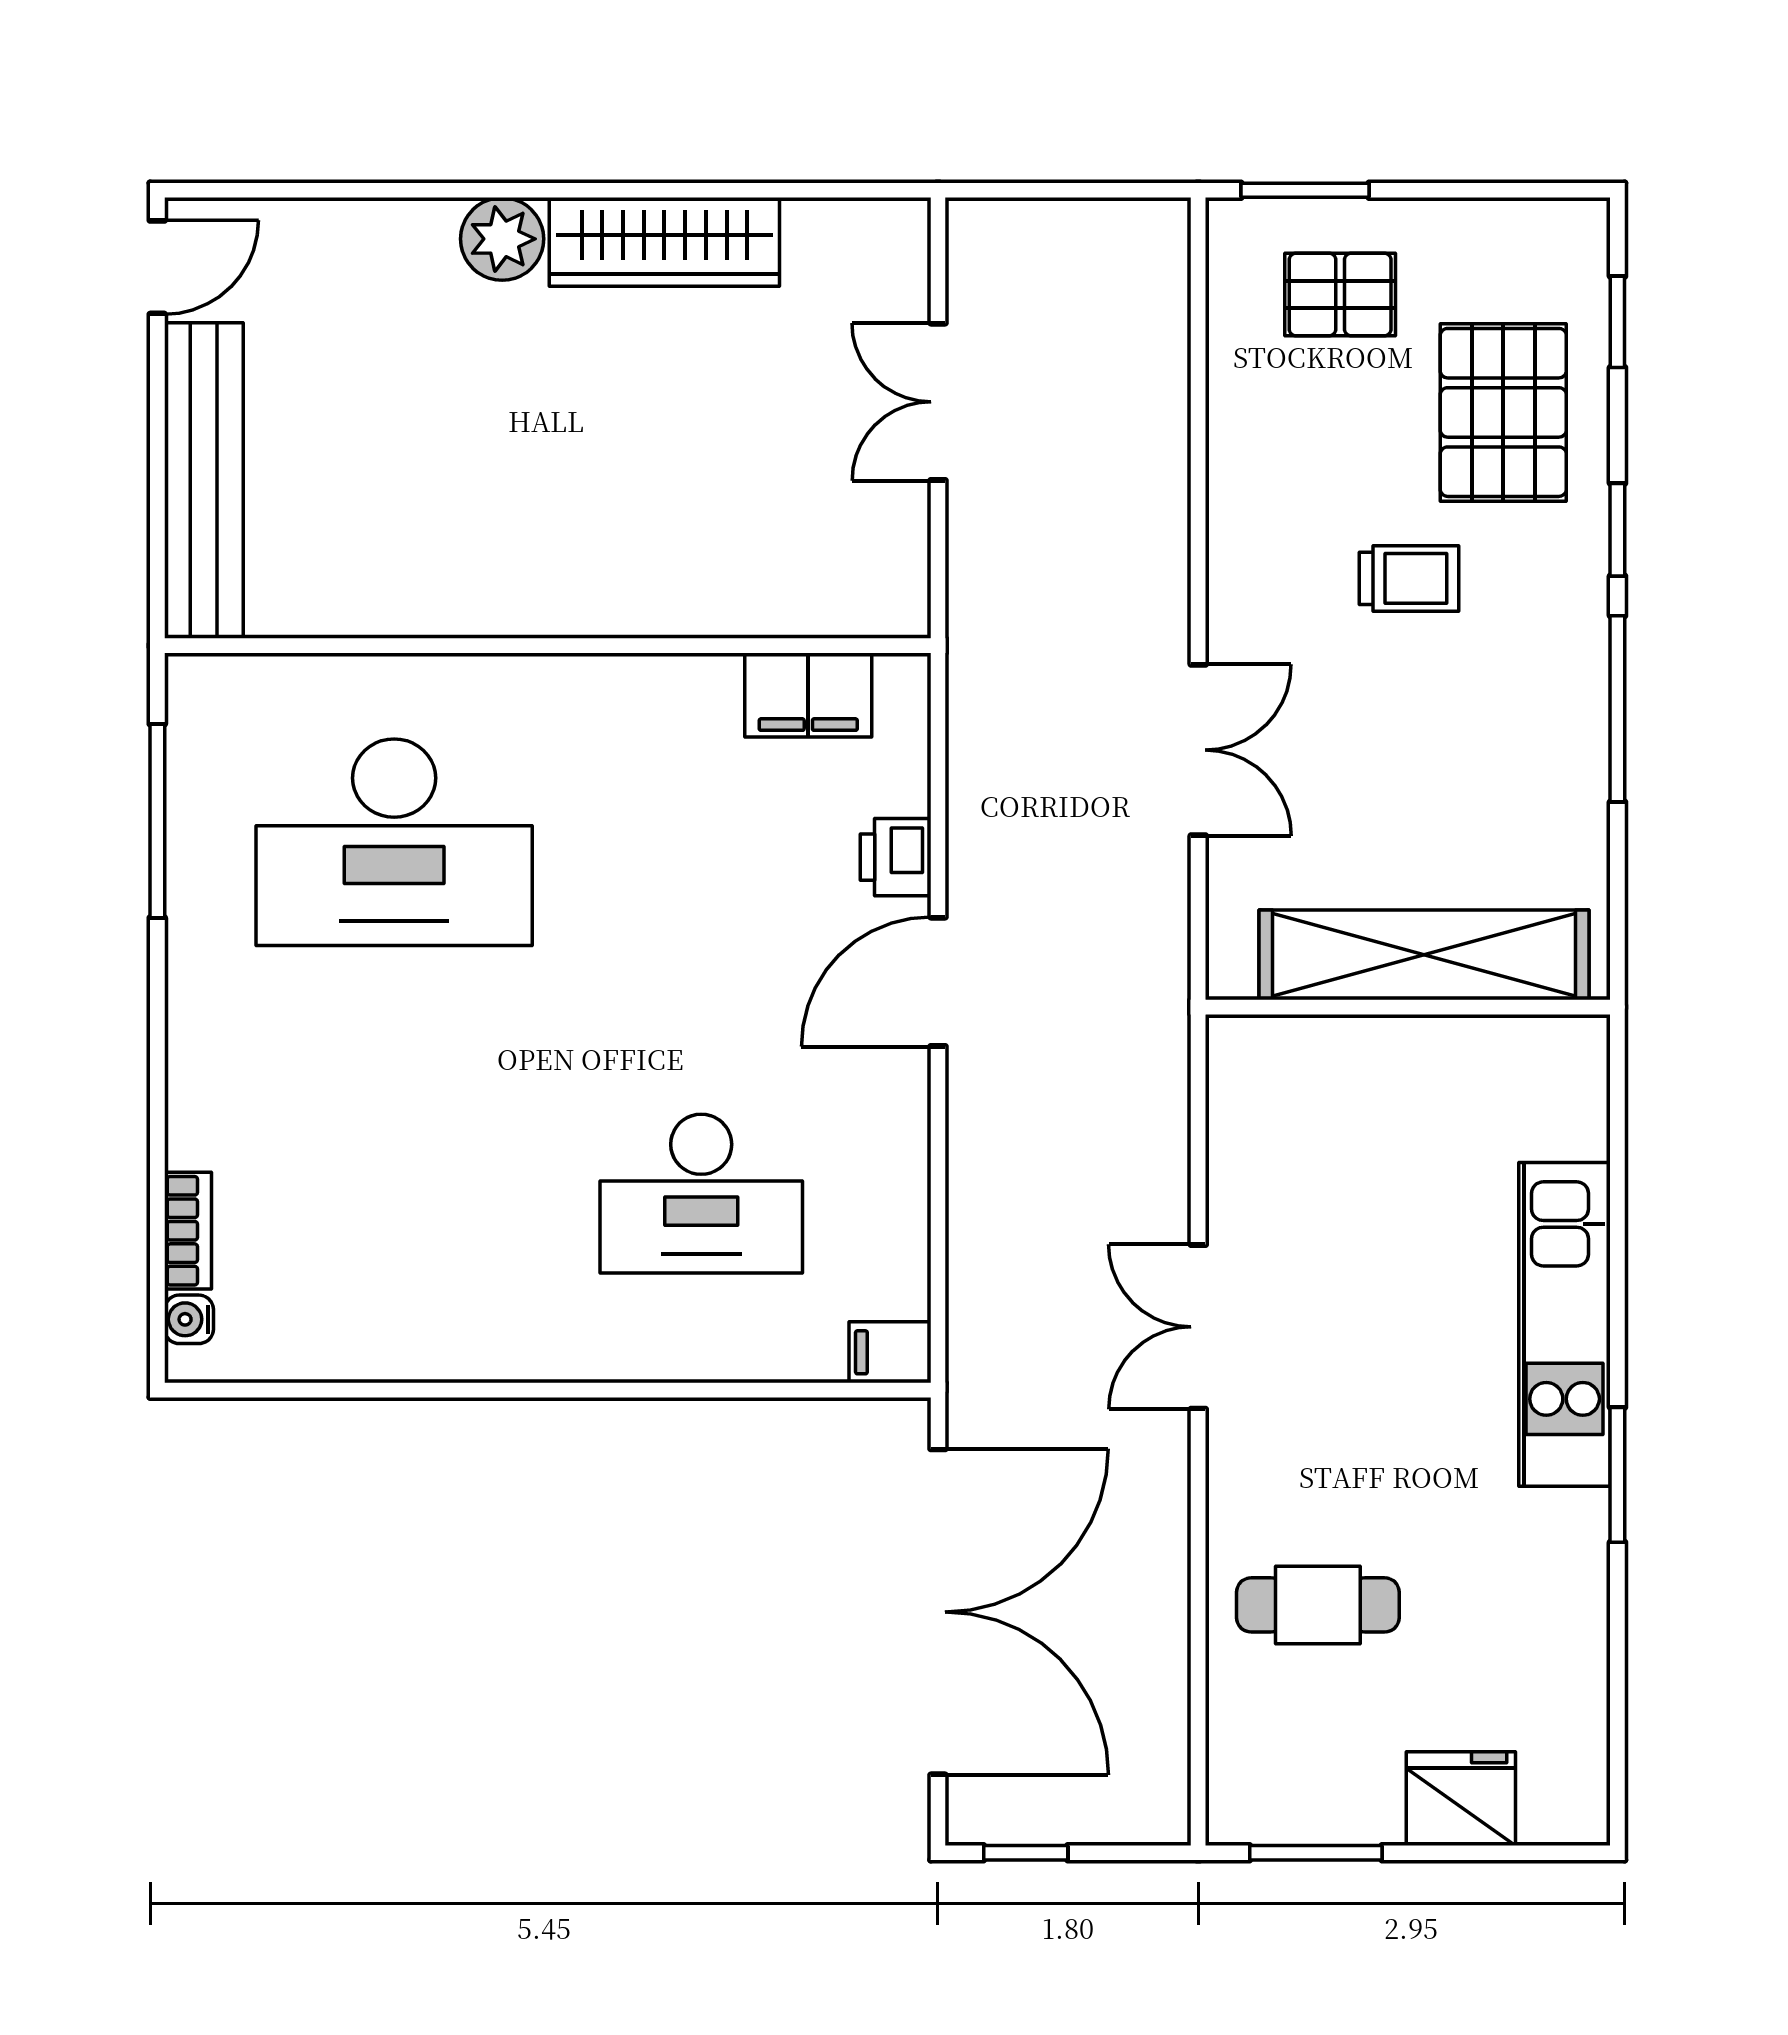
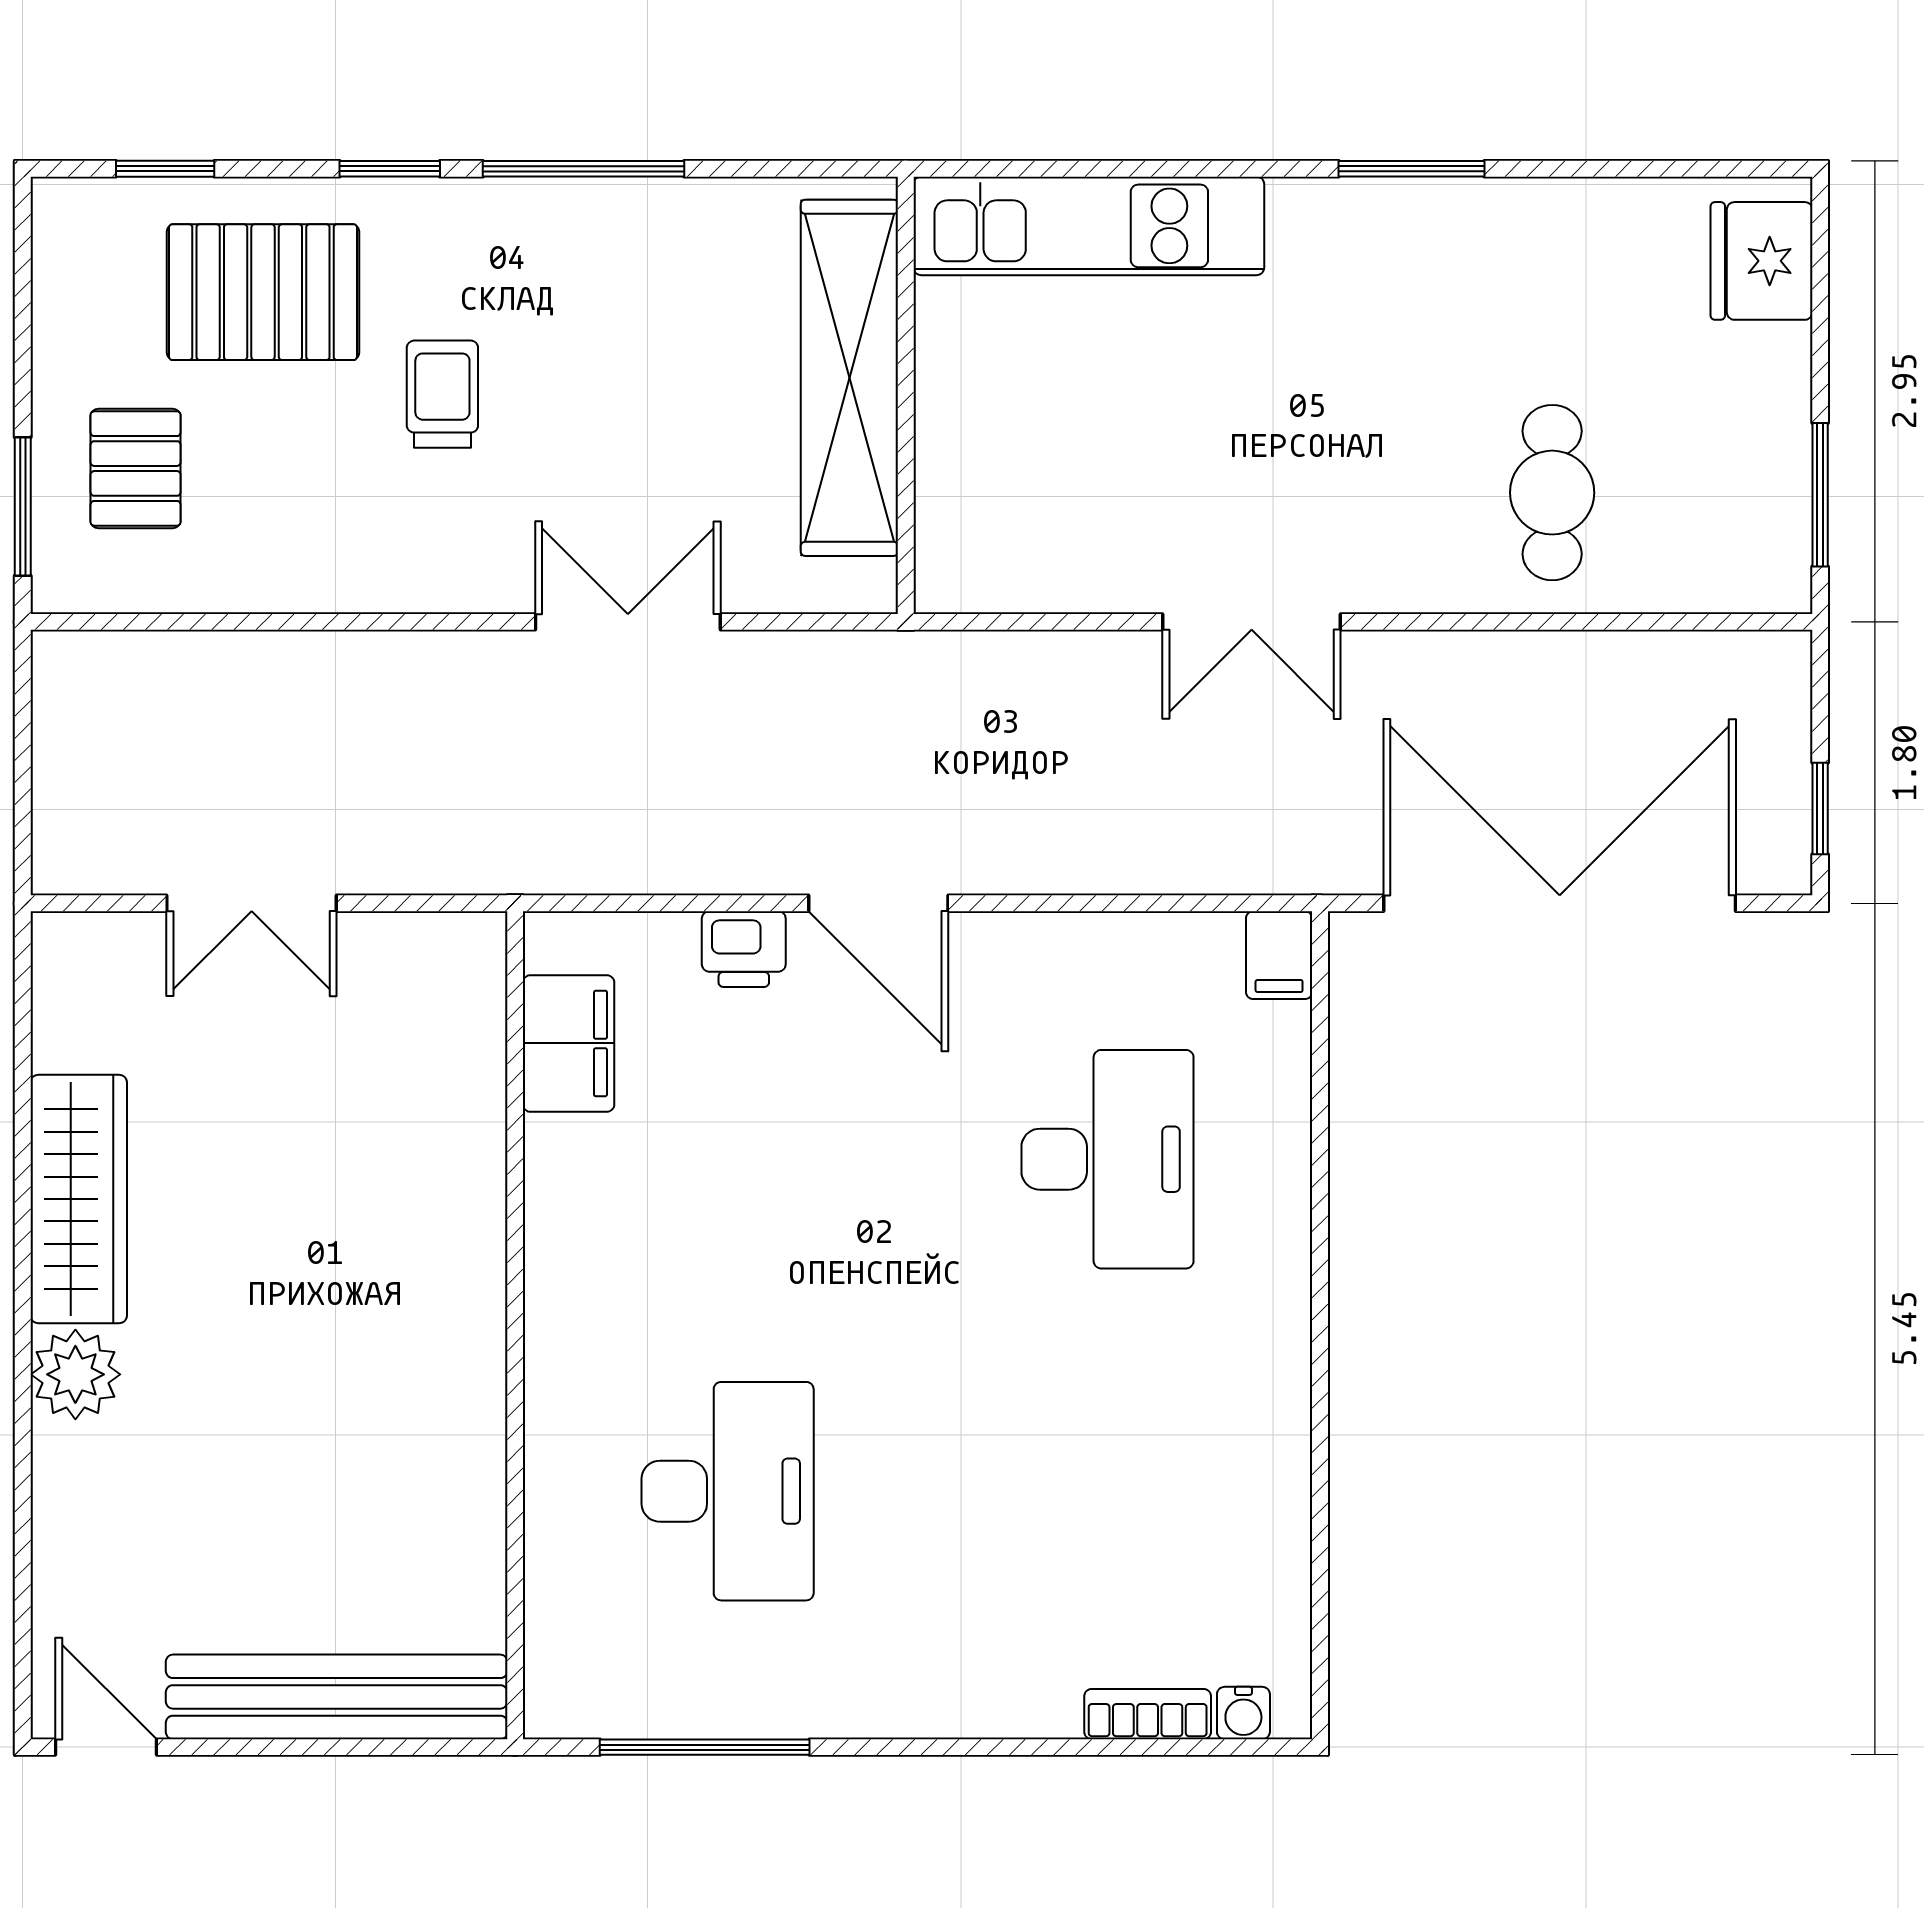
desk: (394, 842) -> (728, 1491), width x0.73, depth x0.77
kitchen unit: (1565, 1324) -> (1089, 226), moved
fridge: (1461, 1799) -> (1761, 261), moved

